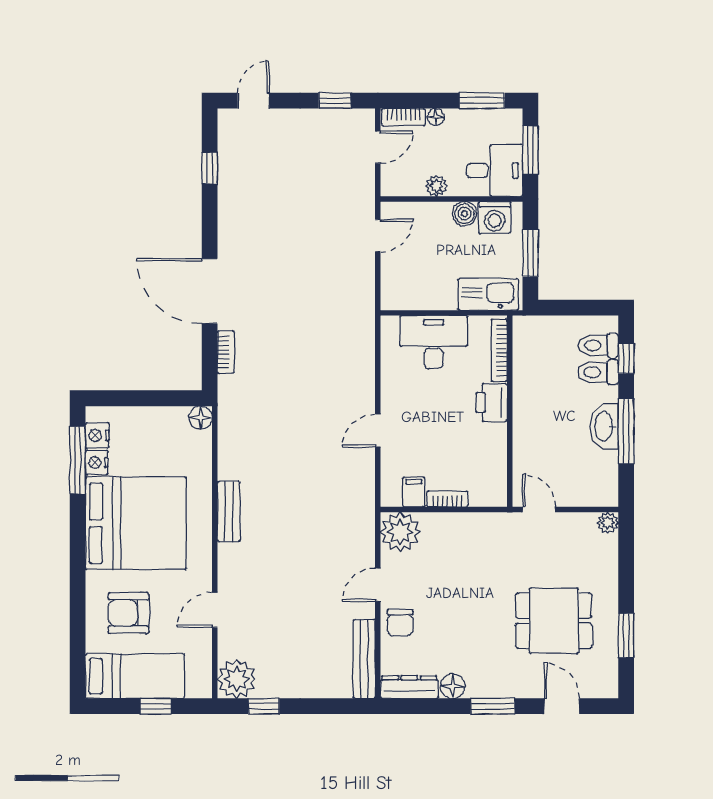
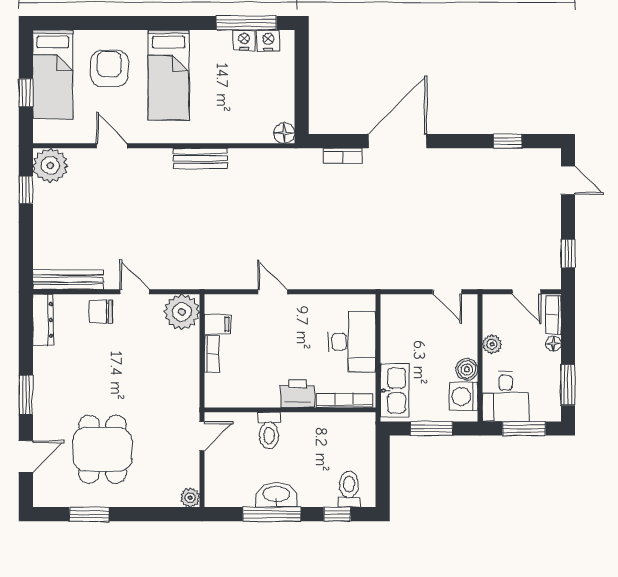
toilet: (598, 372) -> (269, 431), moved, turned 180
bed: (136, 523) -> (169, 75), width x0.49
floor lamp: (453, 686) -> (44, 359), removed

